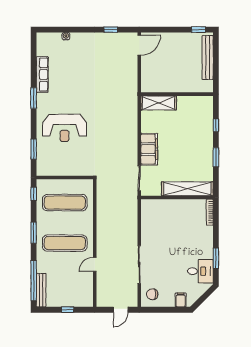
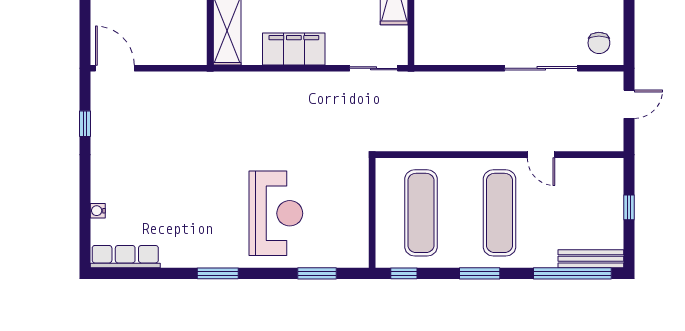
row of seats: (42, 74) -> (125, 257), moved
filing cabinet: (149, 149) -> (294, 49), moved
door: (121, 310) -> (629, 104), hinge flipped

